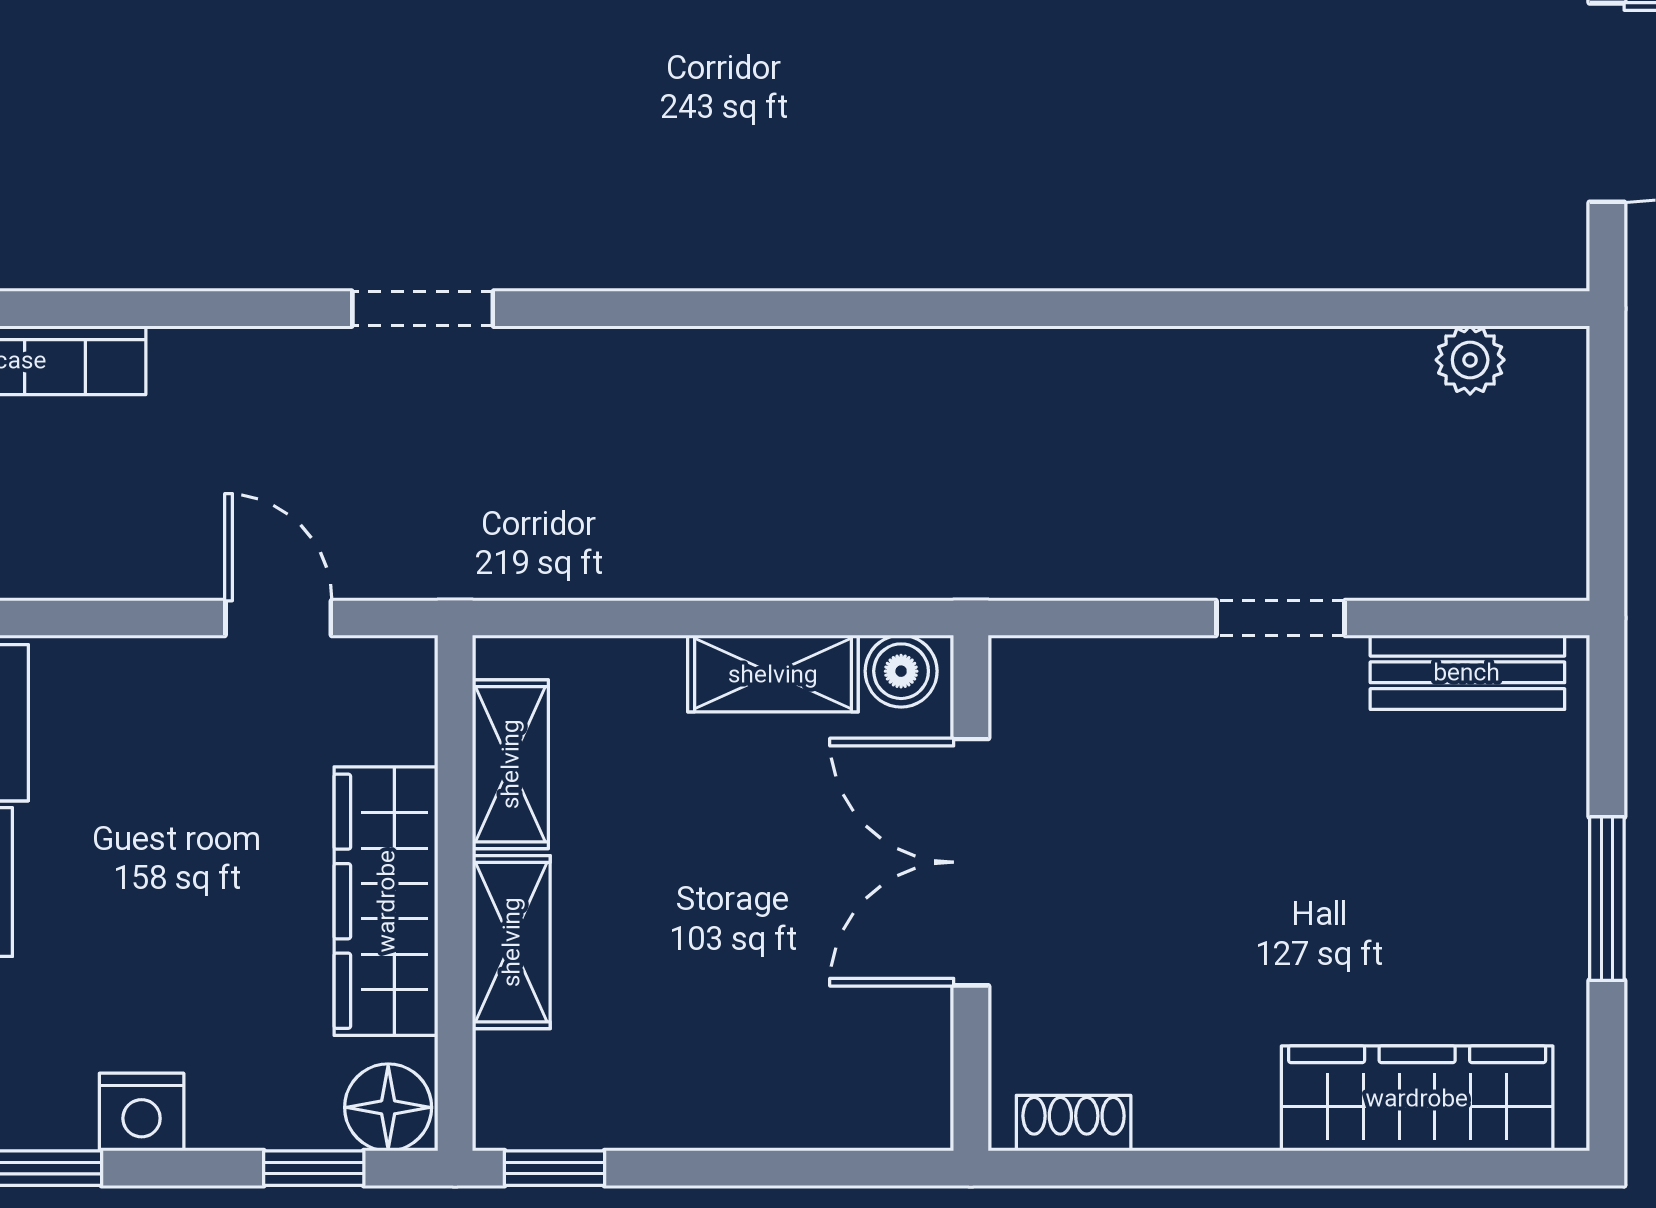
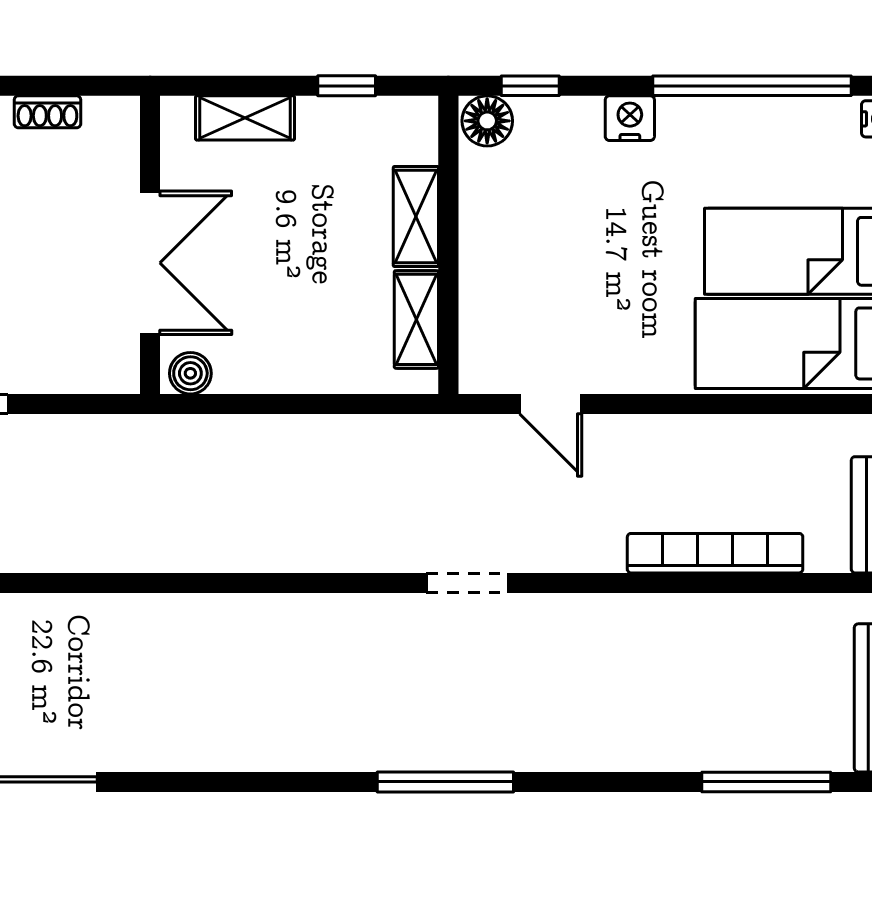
shelving: (773, 674) -> (245, 118), moved
wardrobe: (386, 901) -> (488, 240), removed
shoe rack: (1074, 1123) -> (47, 112), moved
window: (555, 1168) -> (347, 86), moved

